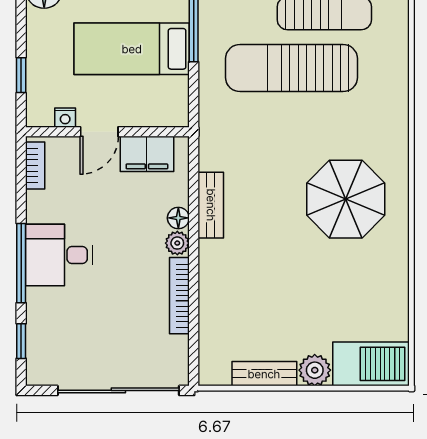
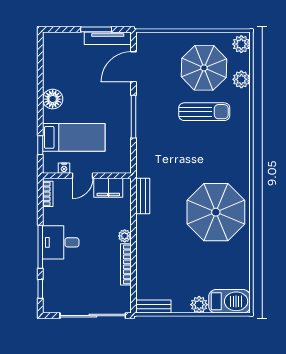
bed: (132, 49) -> (74, 137), moved, turned 180
sun lounger: (292, 68) -> (186, 141), removed
parasol: (346, 199) -> (216, 212), width x1.36, depth x1.36
bench: (211, 205) -> (143, 196), moved
floor lamp: (178, 218) -> (125, 222), removed
bench: (264, 374) -> (153, 307), moved

